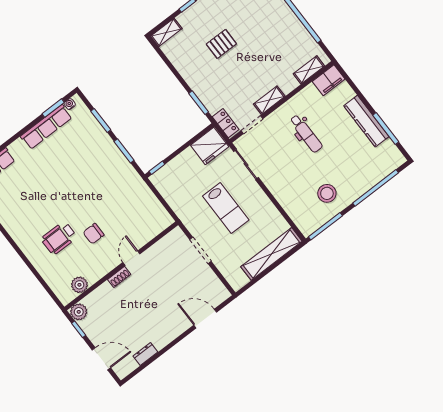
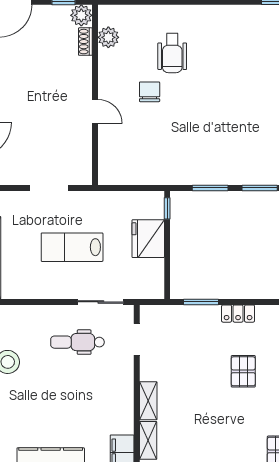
shelving: (269, 100) -> (148, 401), moved
locker: (226, 123) -> (238, 314), moved
dental chair: (306, 134) -> (77, 342), moved
fridge: (210, 146) -> (148, 239), moved
wheelchair: (59, 238) -> (172, 53), turned 180
shoe rack: (119, 277) -> (85, 42), moved

